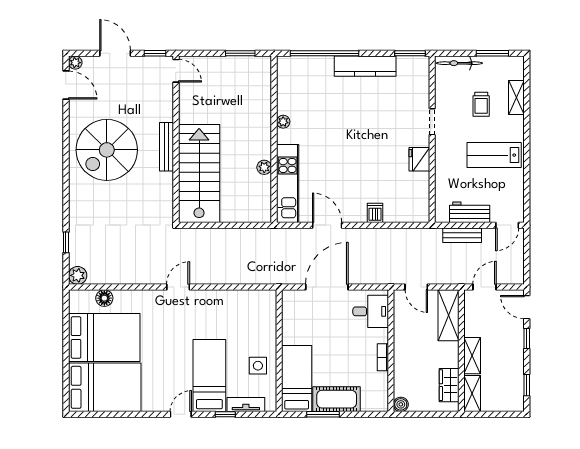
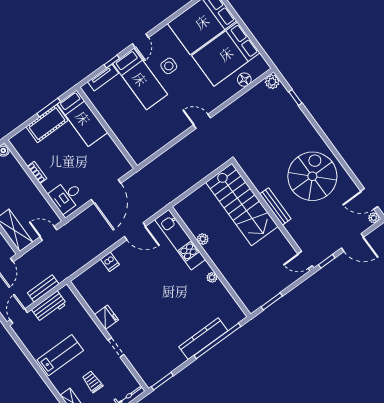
kitchen counter: (365, 66) -> (203, 339), moved
door: (178, 287) -> (202, 121), swing flipped
side table: (258, 366) -> (169, 66), moved

